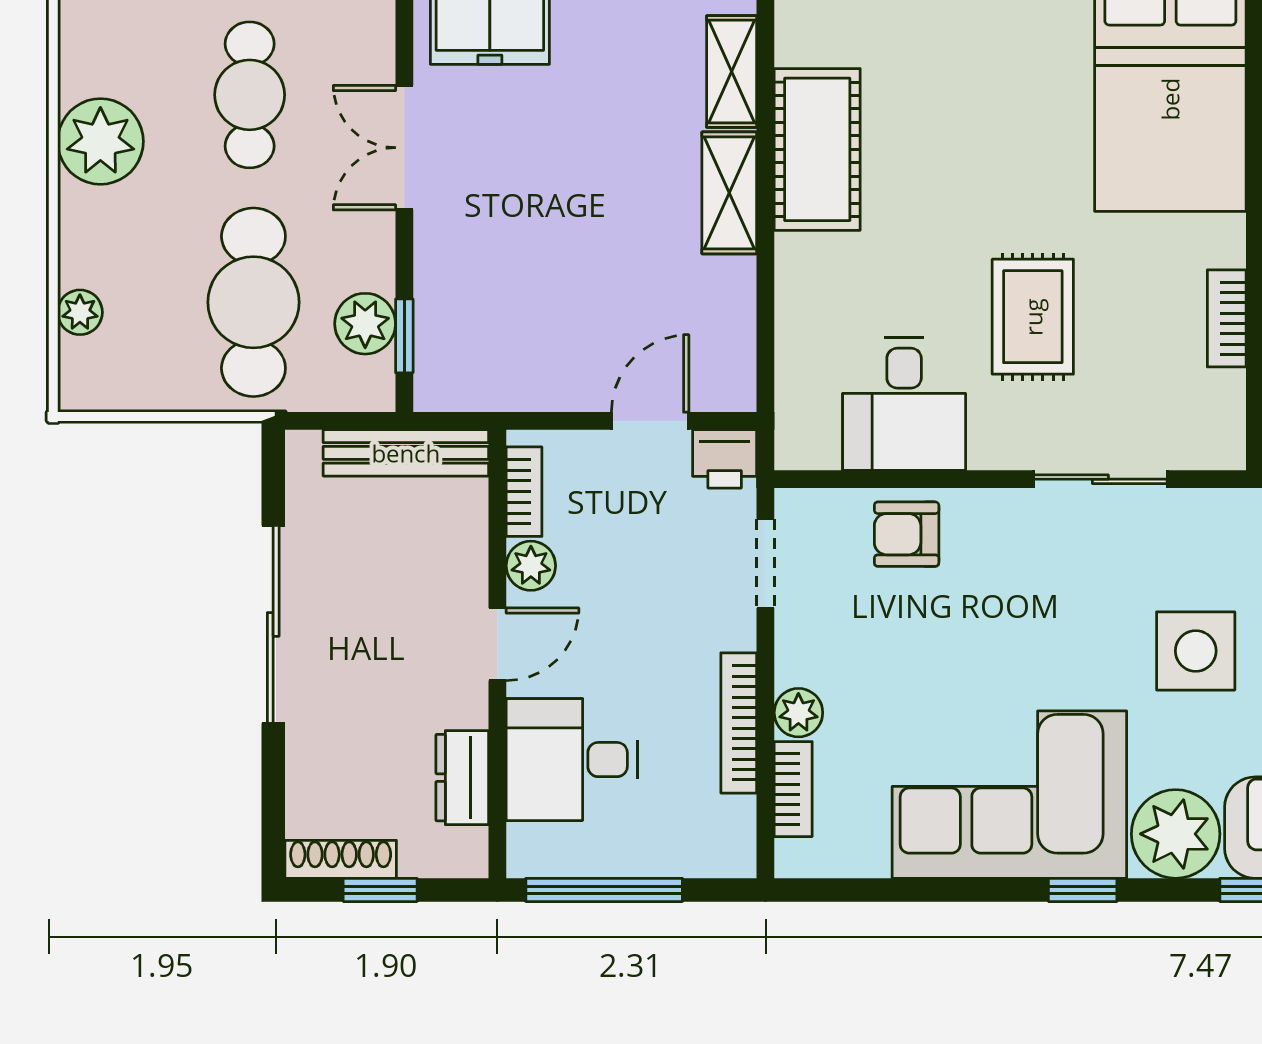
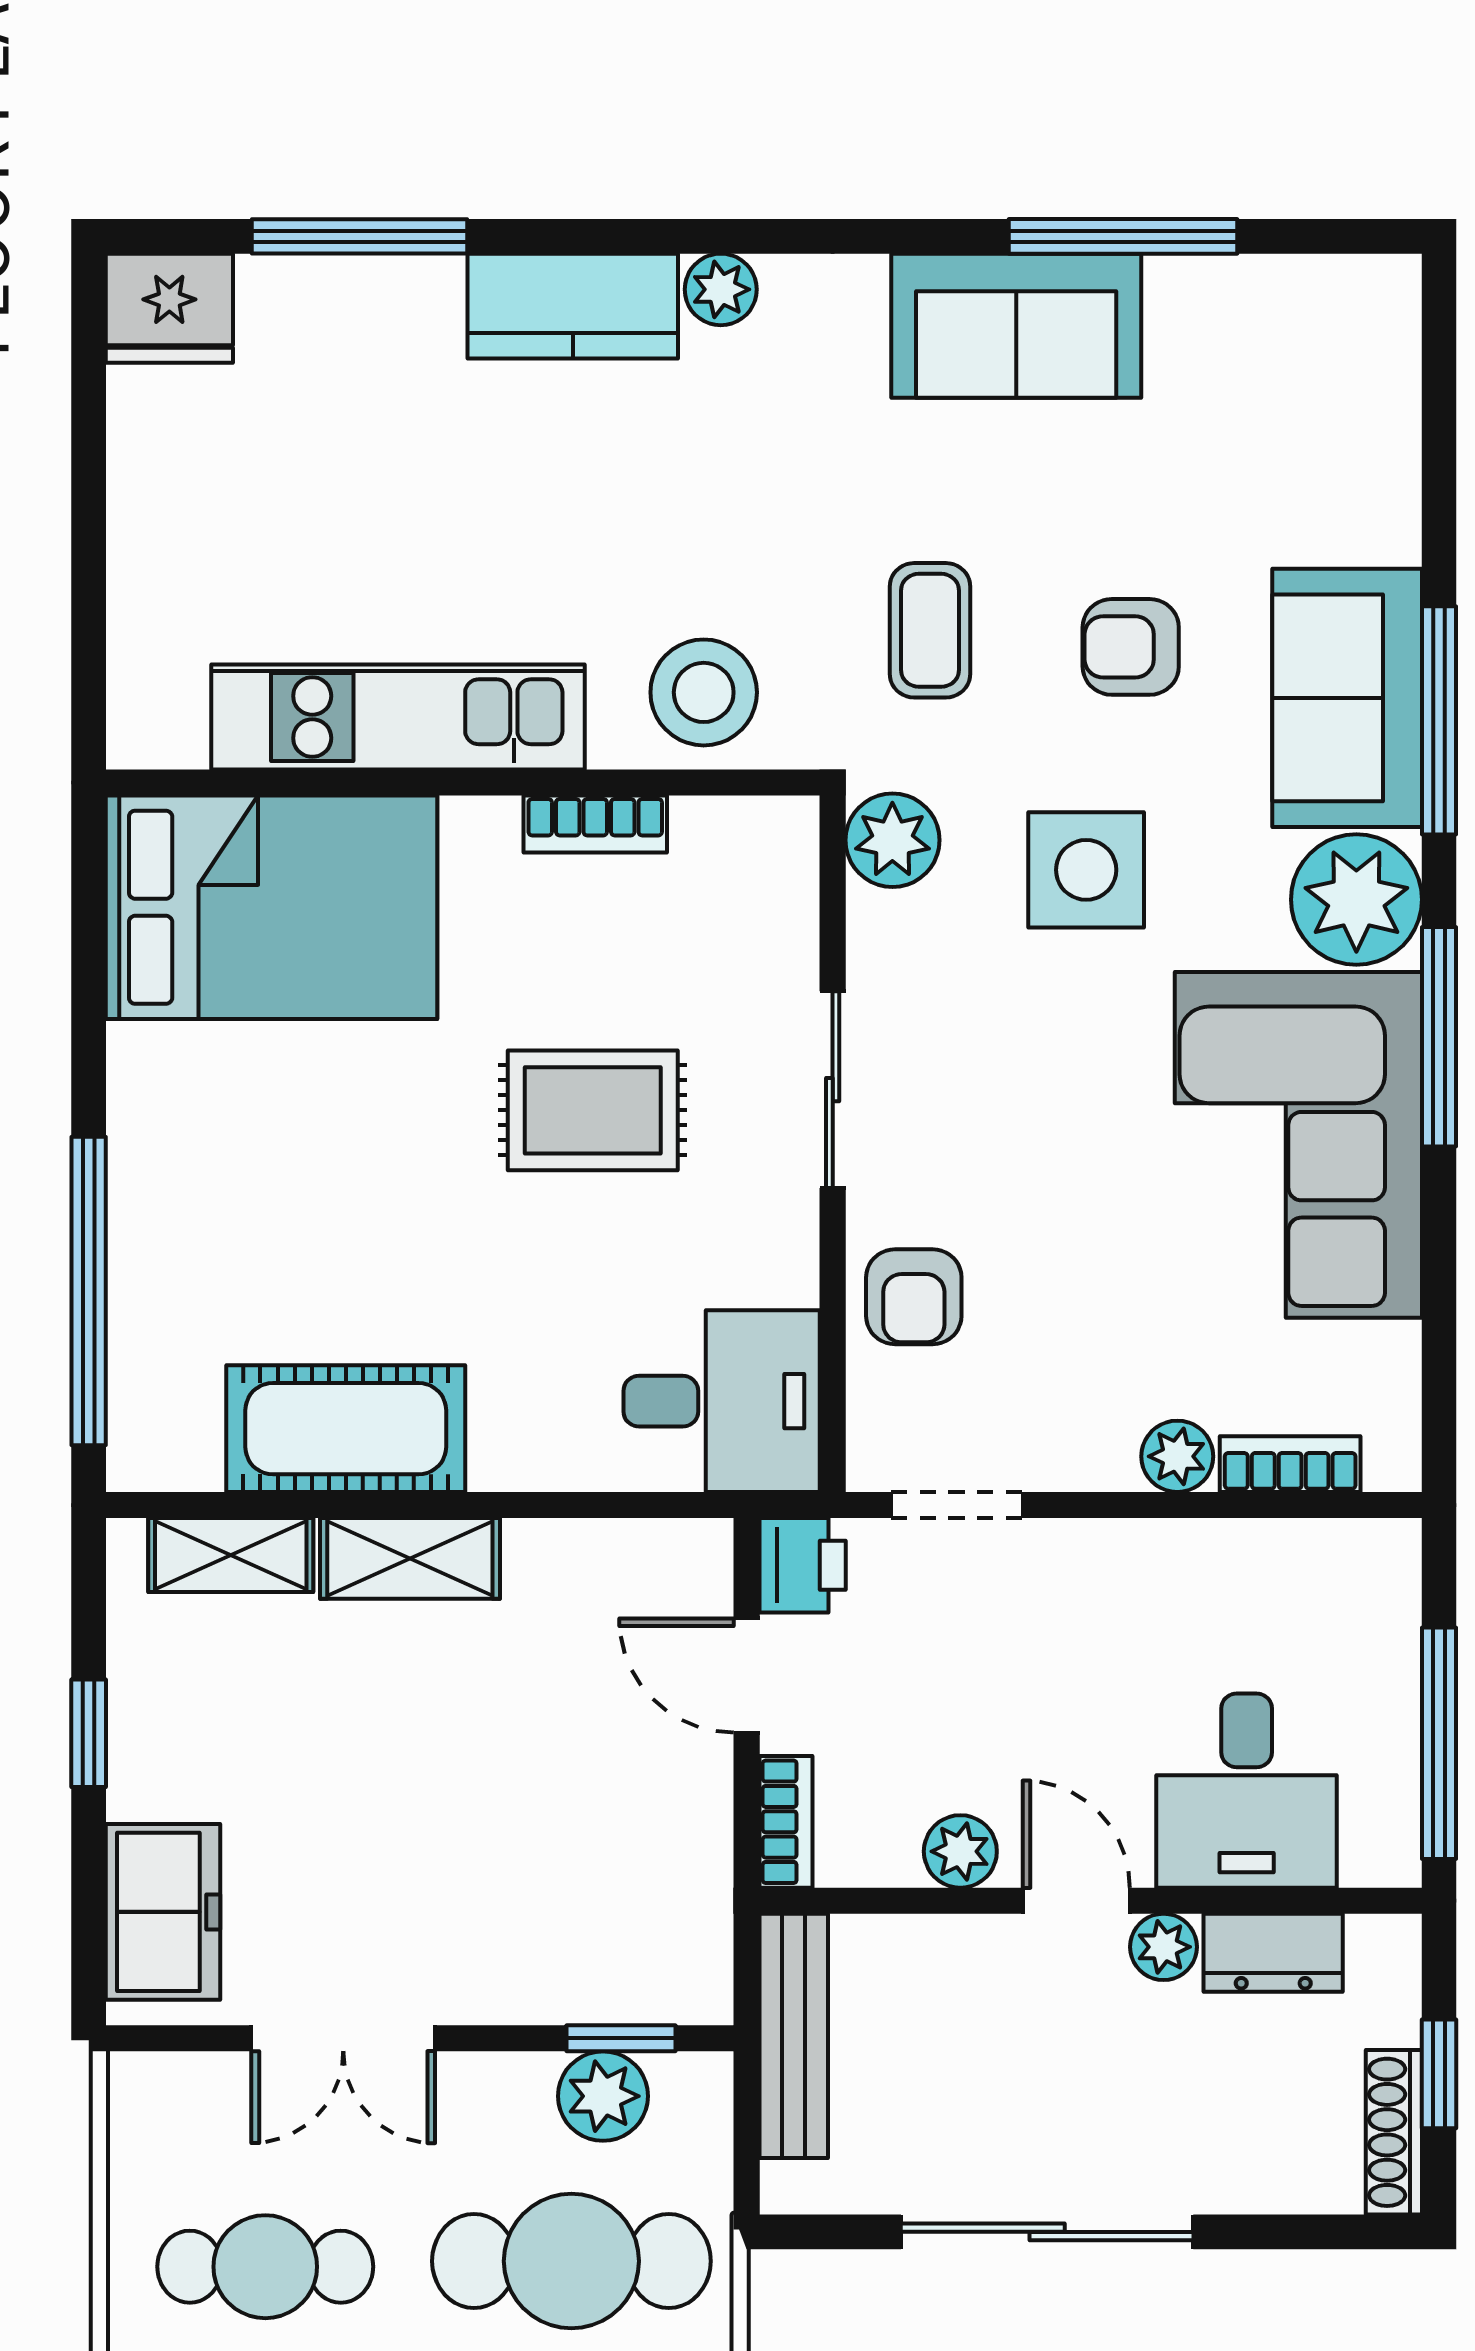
desk: (904, 404) -> (722, 1401), moved
sliding door: (1100, 479) -> (833, 1090), moved
bookcase: (524, 492) -> (786, 1822), moved, turned 90
plant: (1216, 520) -> (892, 840), added
plant: (466, 703) -> (1164, 1947), added
bookcase: (739, 723) -> (1192, 1544), removed
window: (1083, 890) -> (1439, 1037), width x2.17

